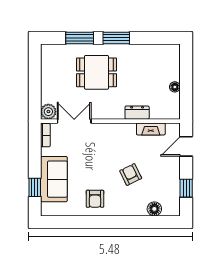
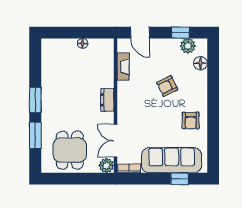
dining table: (97, 72) -> (70, 150), moved
dresser: (137, 113) -> (107, 100), moved
sofa: (54, 179) -> (172, 160), width x1.36
plant: (172, 196) -> (188, 46), added
armchair: (95, 199) -> (191, 121), turned 90

